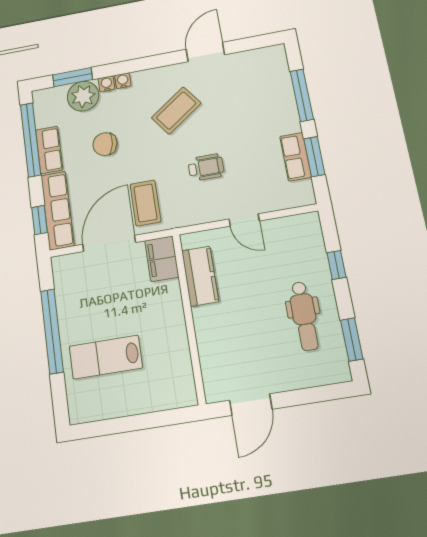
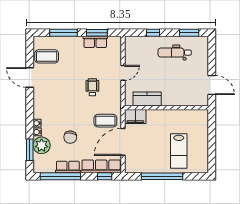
coffee table: (176, 110) -> (47, 56), moved, turned -54
door: (109, 243) -> (123, 142), hinge flipped
dental chair: (304, 316) -> (175, 53), turned 180

